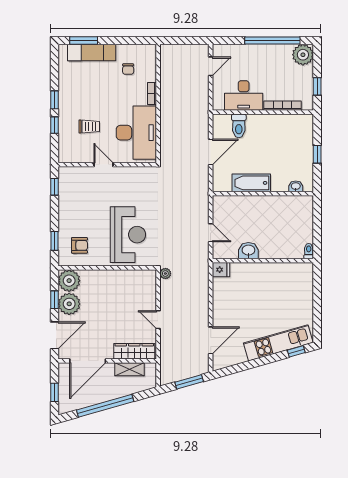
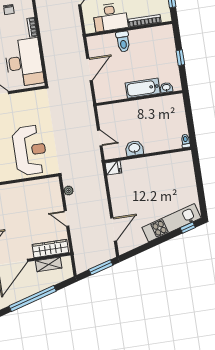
toilet: (239, 126) -> (123, 42), moved
bathtub: (251, 183) -> (143, 88), moved
plant: (165, 273) -> (69, 191), moved

